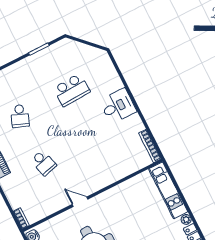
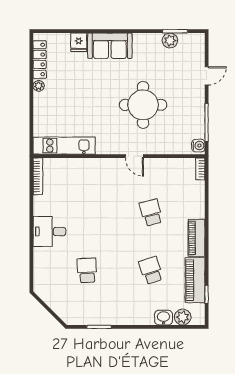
school desk: (72, 90) -> (87, 270), width x0.54
school desk: (20, 116) -> (151, 270), turned -39
kitchen unit: (168, 190) -> (64, 146), moved, turned -90

